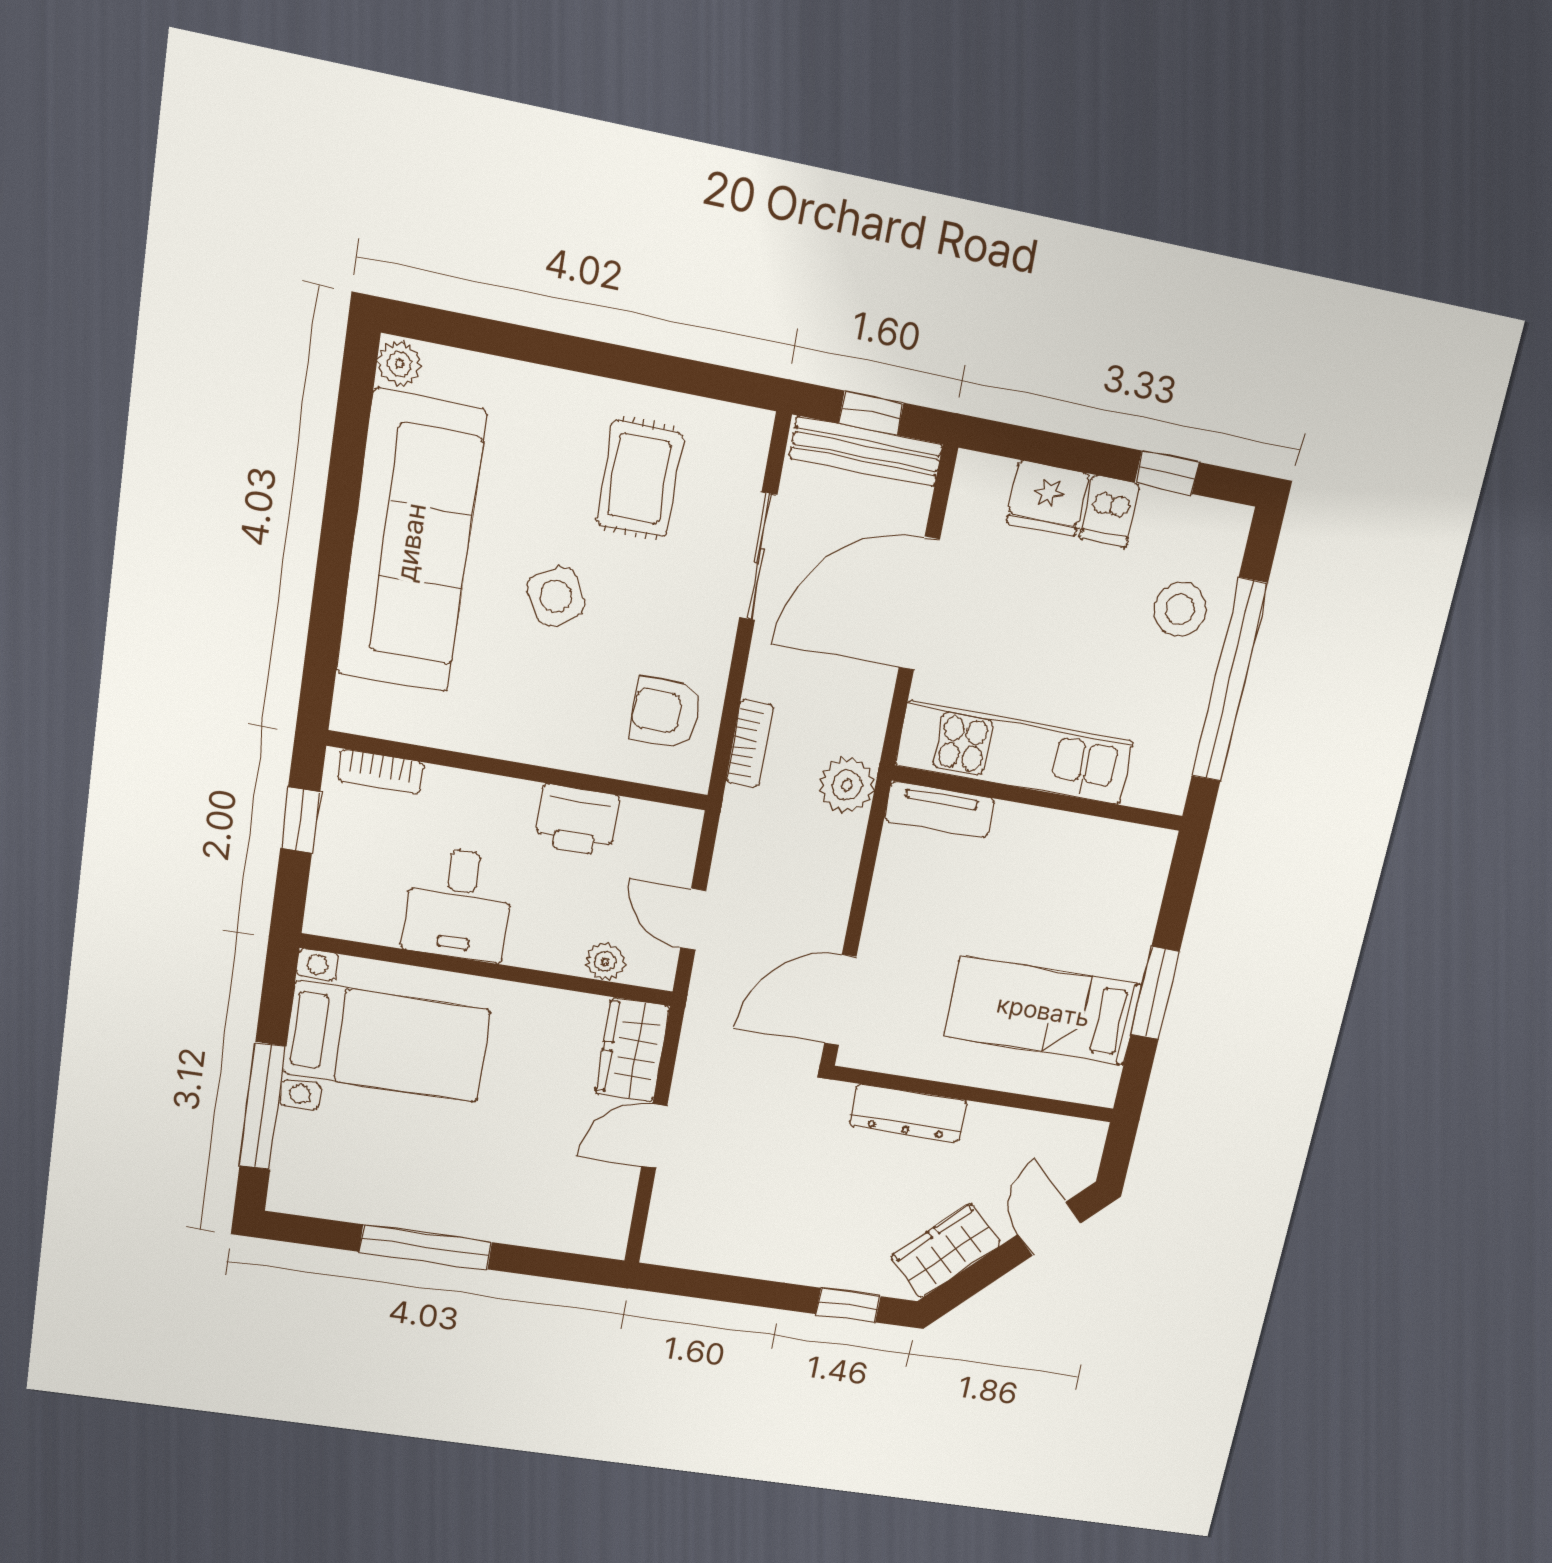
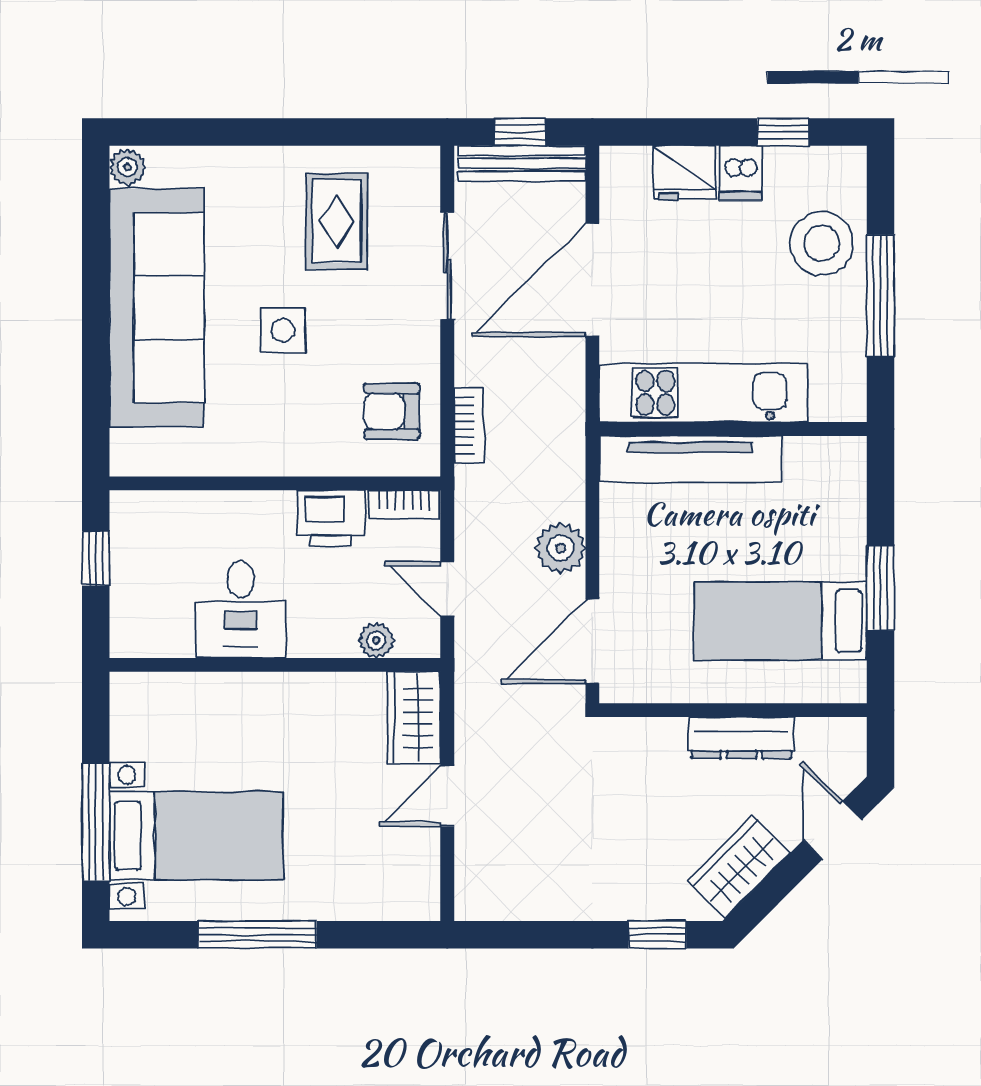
side table: (556, 596) -> (283, 330), turned 30
stool: (1180, 609) -> (821, 243), width x1.38, depth x1.38
window: (1229, 680) -> (880, 296), width x0.68
bookcase: (381, 771) -> (404, 504), moved
plant: (847, 785) -> (561, 548), moved
tv unit: (940, 809) -> (691, 459), width x1.92, depth x1.29
bed with nightstands: (387, 1042) -> (196, 836), moved
dresser: (909, 1113) -> (741, 738), moved

